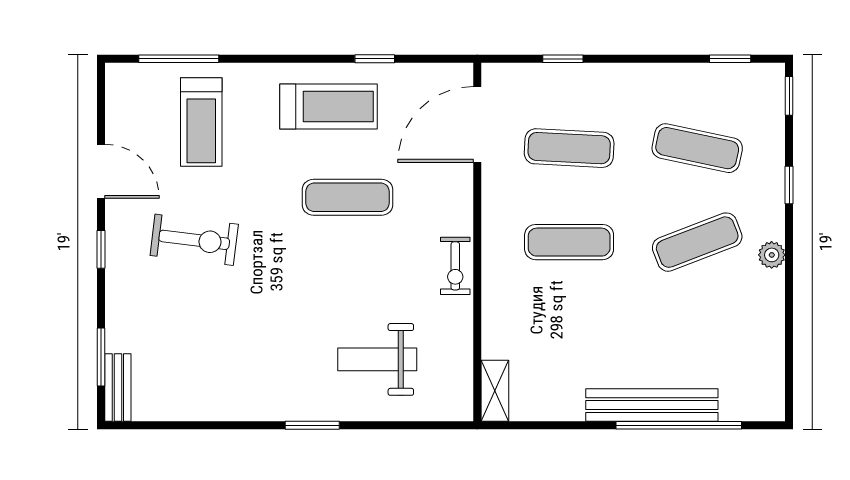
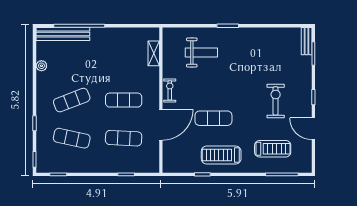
treadmill: (201, 122) -> (273, 149), turned 90
door: (477, 124) -> (161, 125), moved
exercise bike: (194, 240) -> (276, 101), turned 83
plant: (772, 255) -> (41, 66), moved
shelving: (495, 391) -> (154, 53), moved
bench: (652, 405) -> (63, 34), moved

